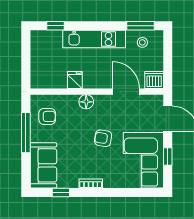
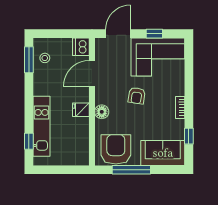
kitchen unit: (94, 39) -> (42, 126), moved
fridge: (75, 80) -> (81, 110), moved
armchair: (47, 116) -> (116, 149), width x1.88, depth x1.88

